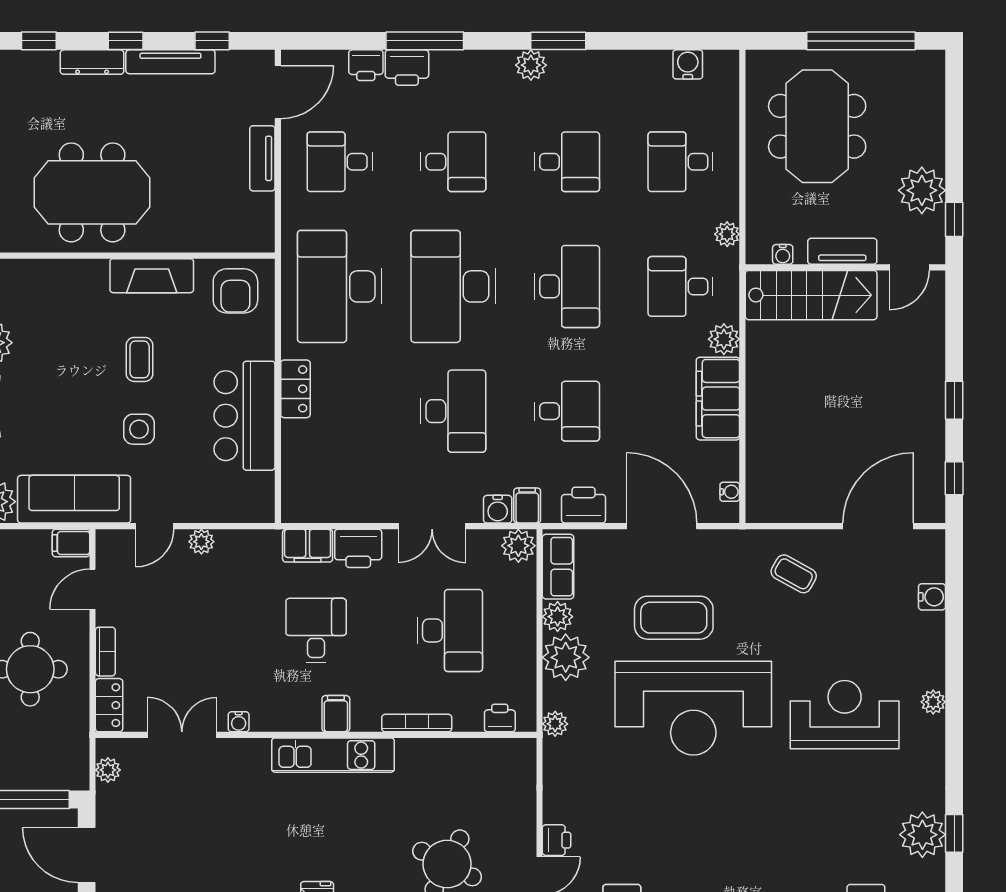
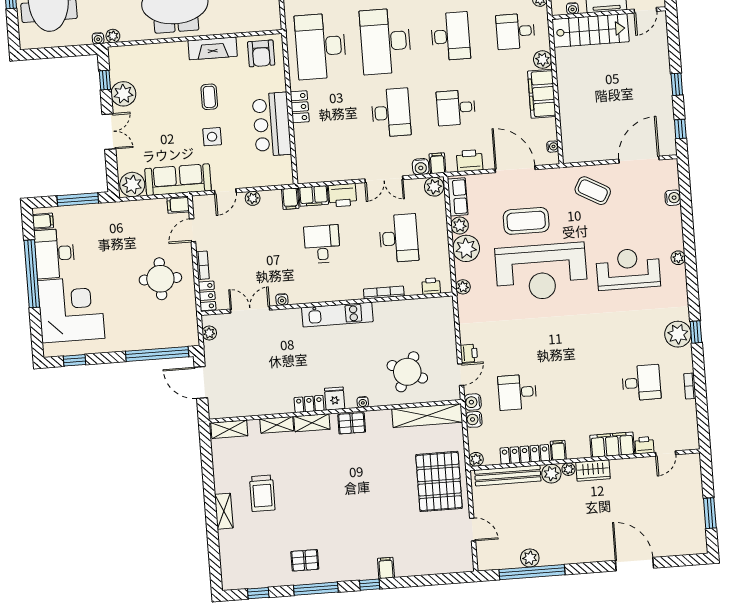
desk: (567, 411) -> (456, 108), turned 180
coffee table: (794, 574) -> (593, 191), width x1.36, depth x1.30
filing cabinet: (336, 714) -> (290, 199), moved, turned 180

